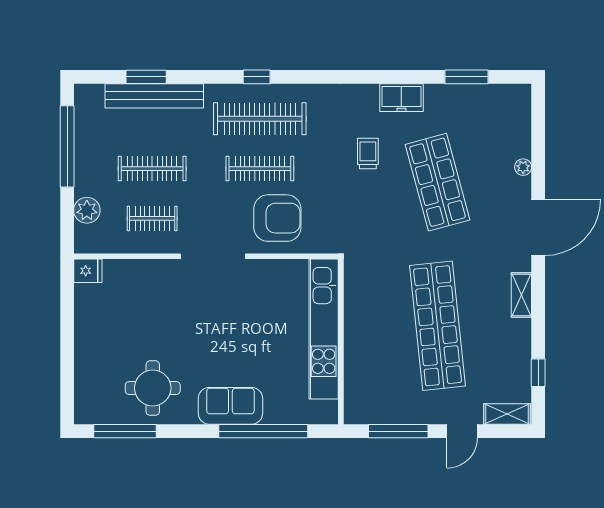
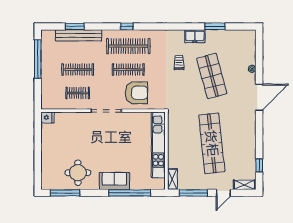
window: (466, 77) -> (215, 26), moved
plant: (87, 210) -> (47, 89), removed
shelving: (521, 295) -> (172, 179), moved

